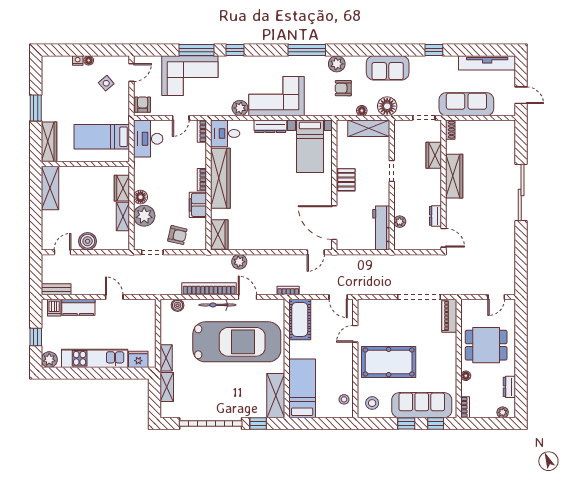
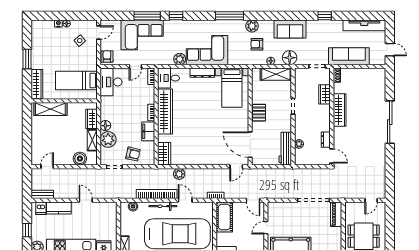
shelving: (50, 188) -> (50, 109), moved, turned 90
boiler: (88, 241) -> (80, 159), moved

